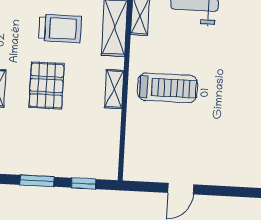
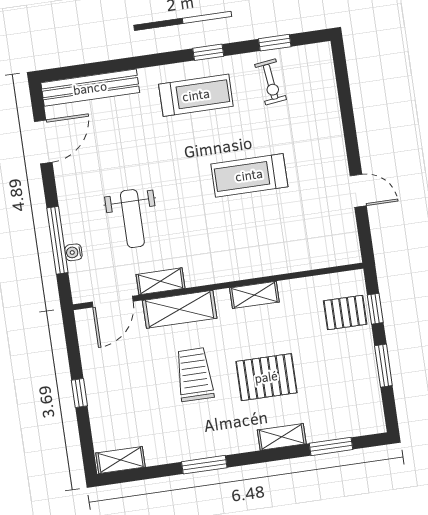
treadmill: (167, 88) -> (249, 175), moved, turned -90
pallet: (86, 159) -> (345, 312), added

